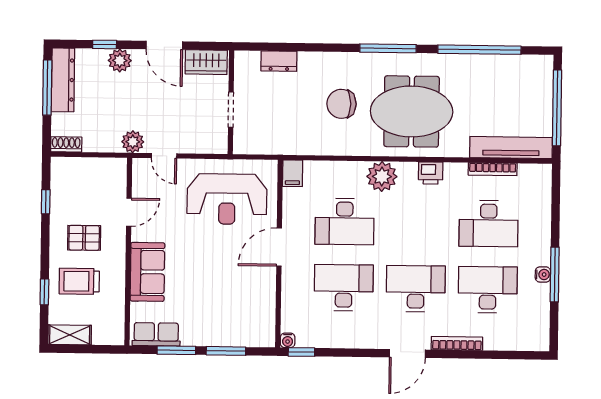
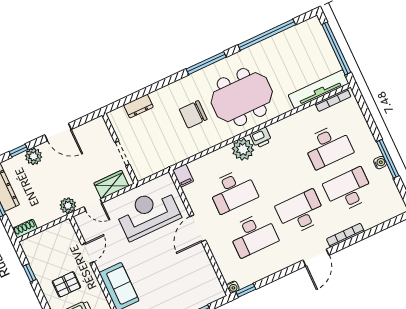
wardrobe: (206, 62) -> (111, 185), moved, turned 180
bookcase: (493, 169) -> (333, 100), moved
printer: (431, 173) -> (261, 138), moved
reception desk: (227, 199) -> (148, 213), turned 180
desk: (344, 288) -> (253, 235), turned 180

